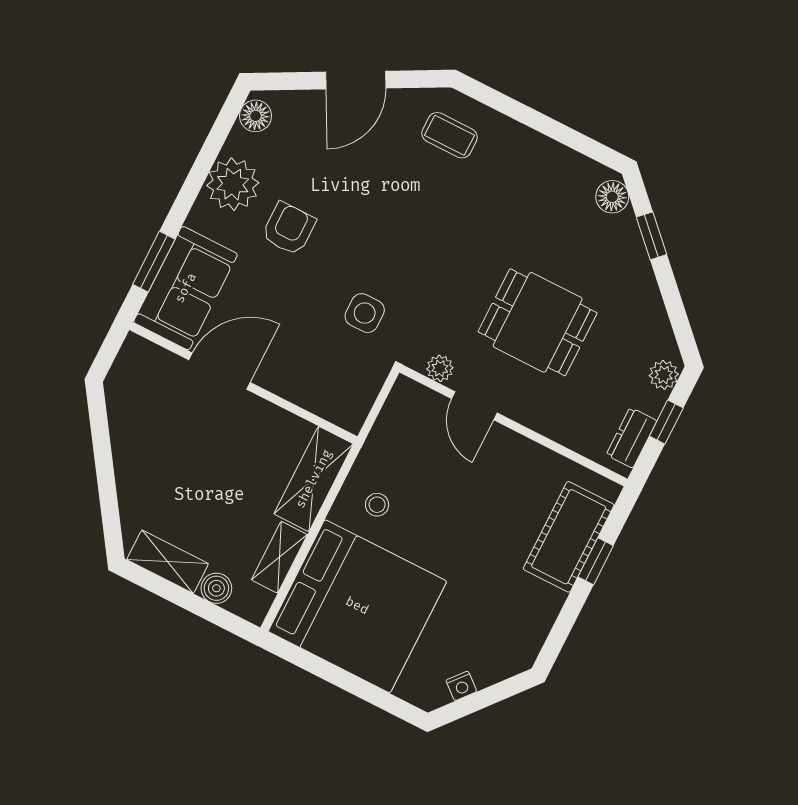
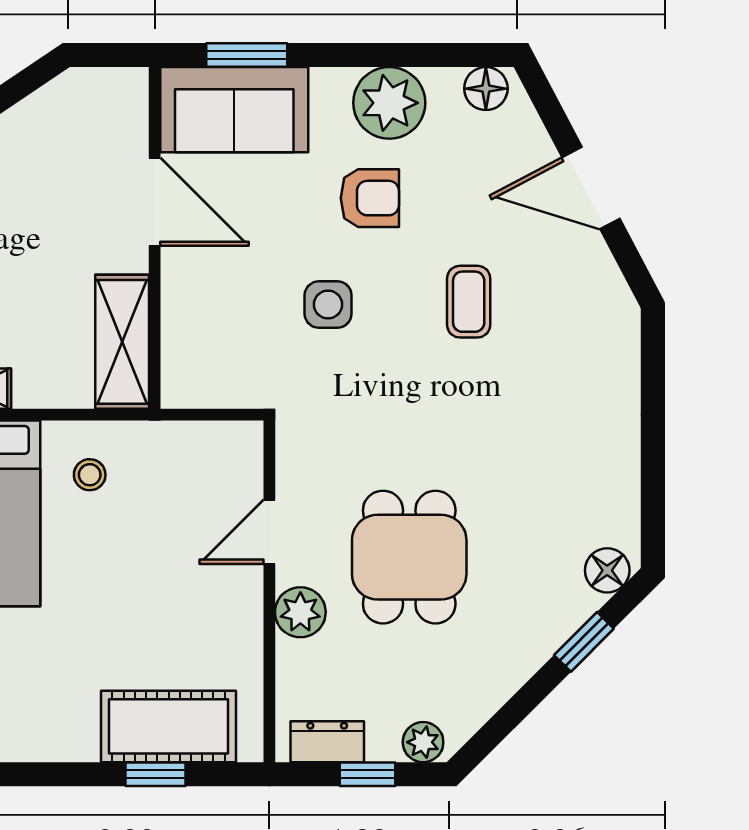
coffee table: (450, 135) -> (469, 302), moved
side table: (365, 313) -> (328, 305), moved
plant: (440, 368) -> (300, 612), moved, width x1.38, depth x1.38
shelving: (314, 479) -> (122, 342), moved, turned 90

